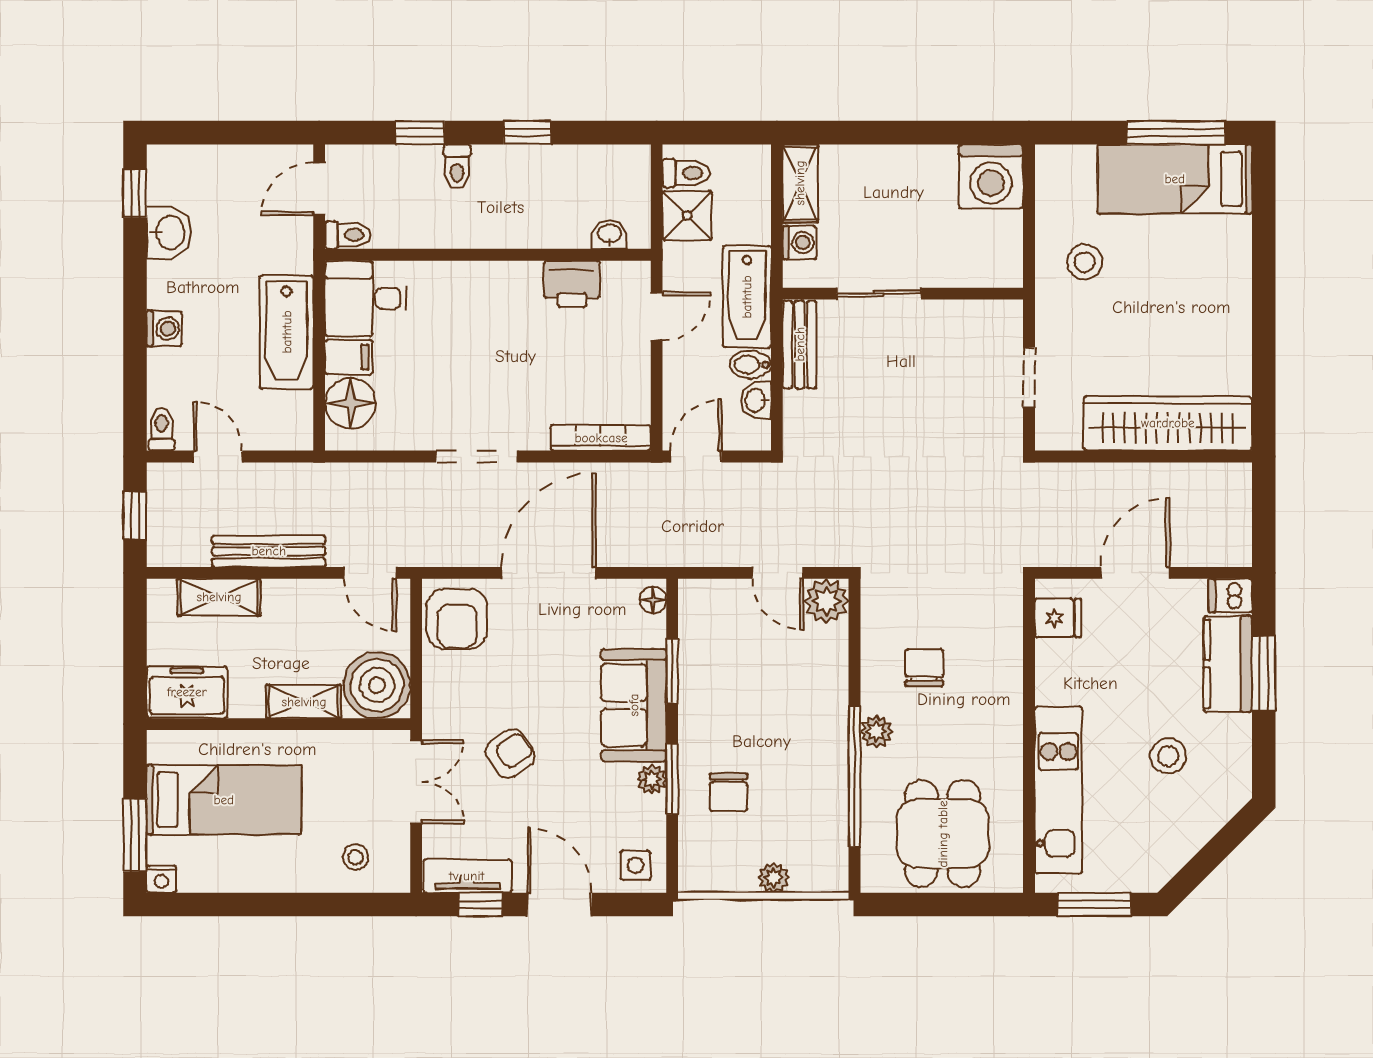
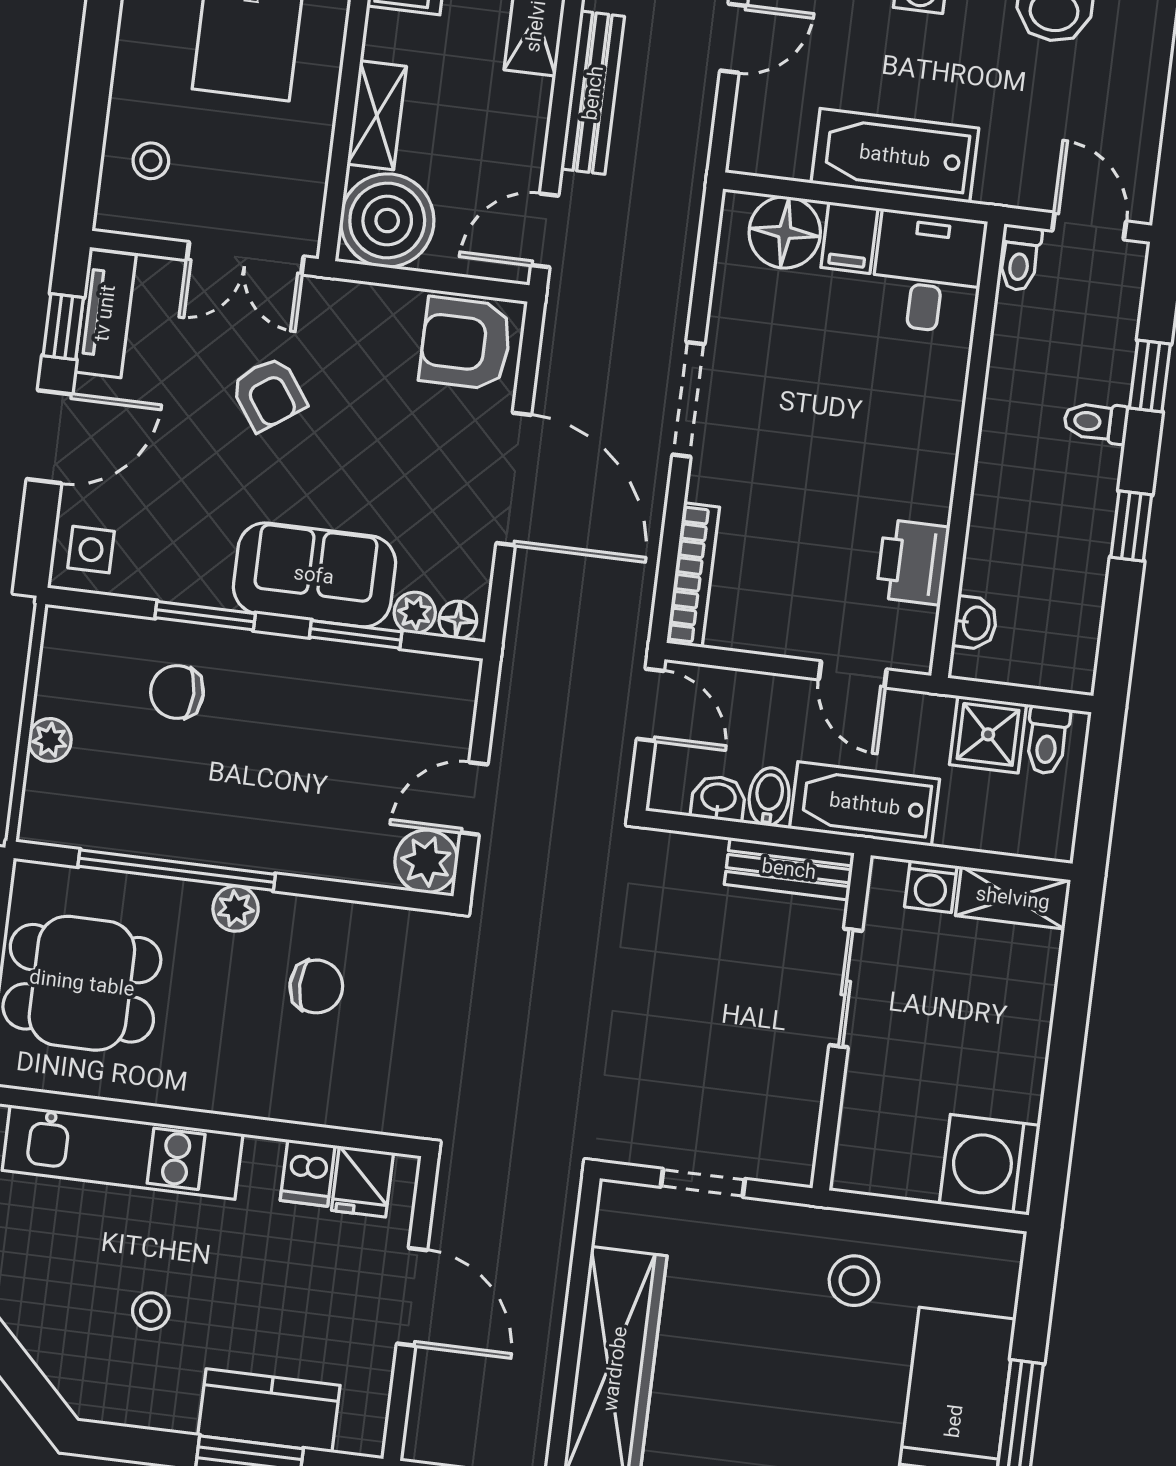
dishwasher: (1230, 596) -> (308, 1173), moved, turned 180
stool: (1168, 756) -> (151, 1311), width x0.73, depth x0.73
plant: (652, 779) -> (415, 613), moved

